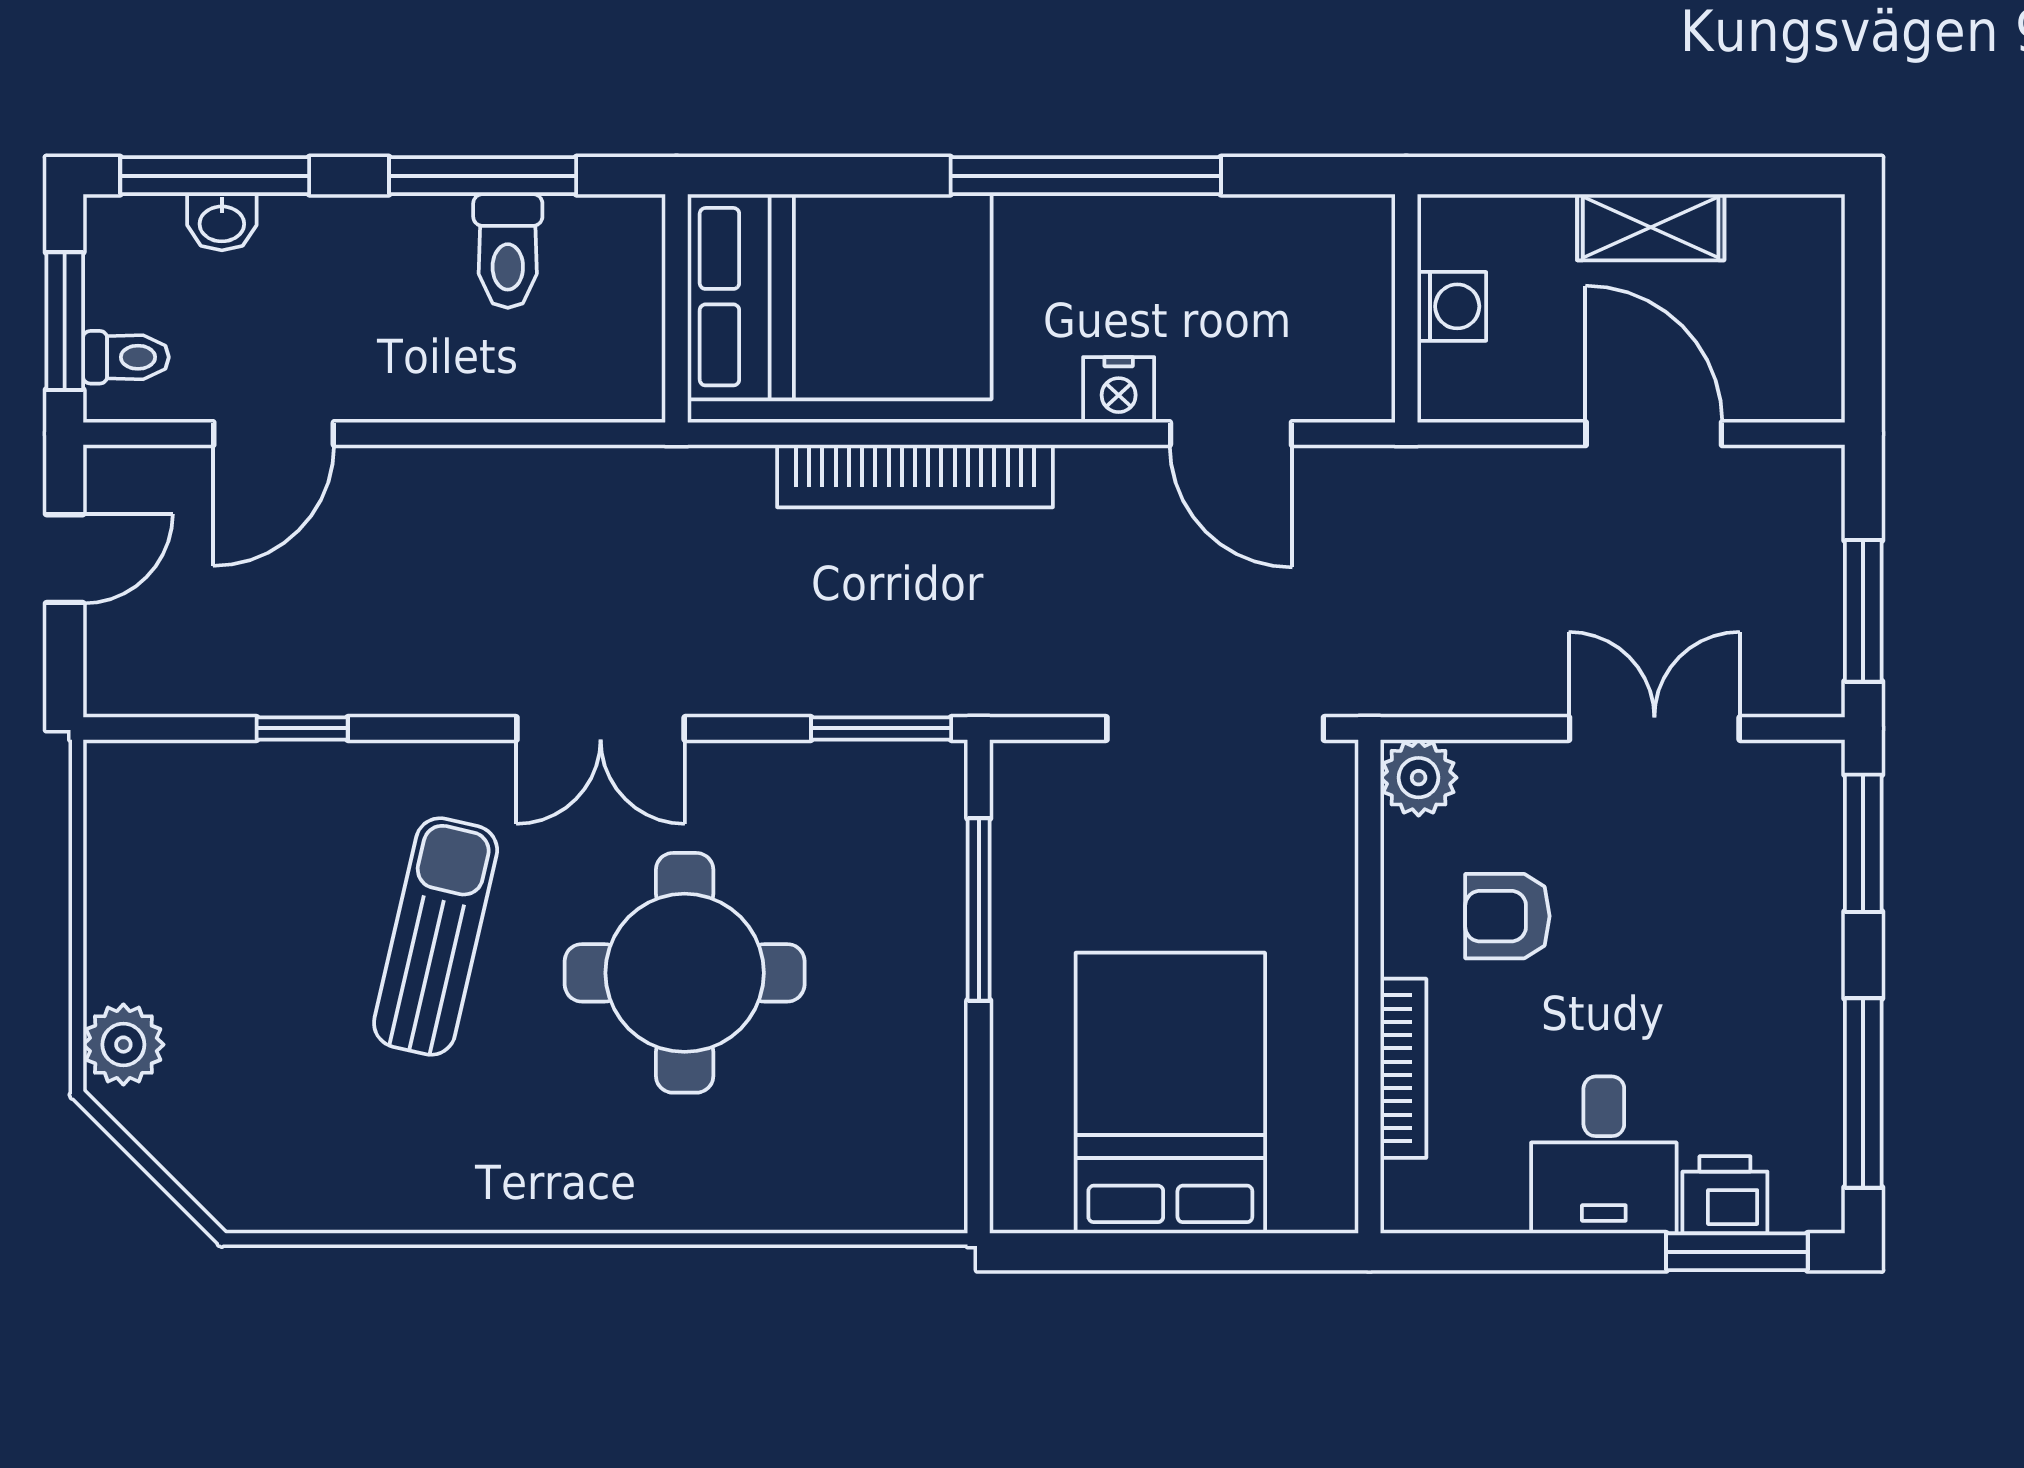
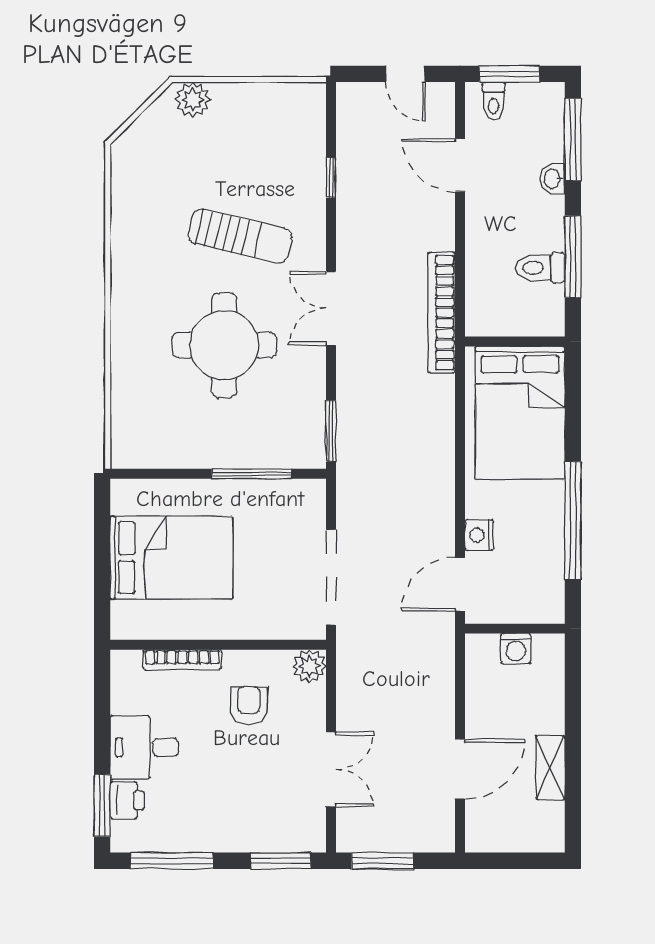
washbasin: (222, 222) -> (553, 179), moved
washing machine: (1452, 306) -> (516, 648), moved
wall: (1406, 308) -> (515, 629), moved
bookcase: (915, 476) -> (442, 313), moved

